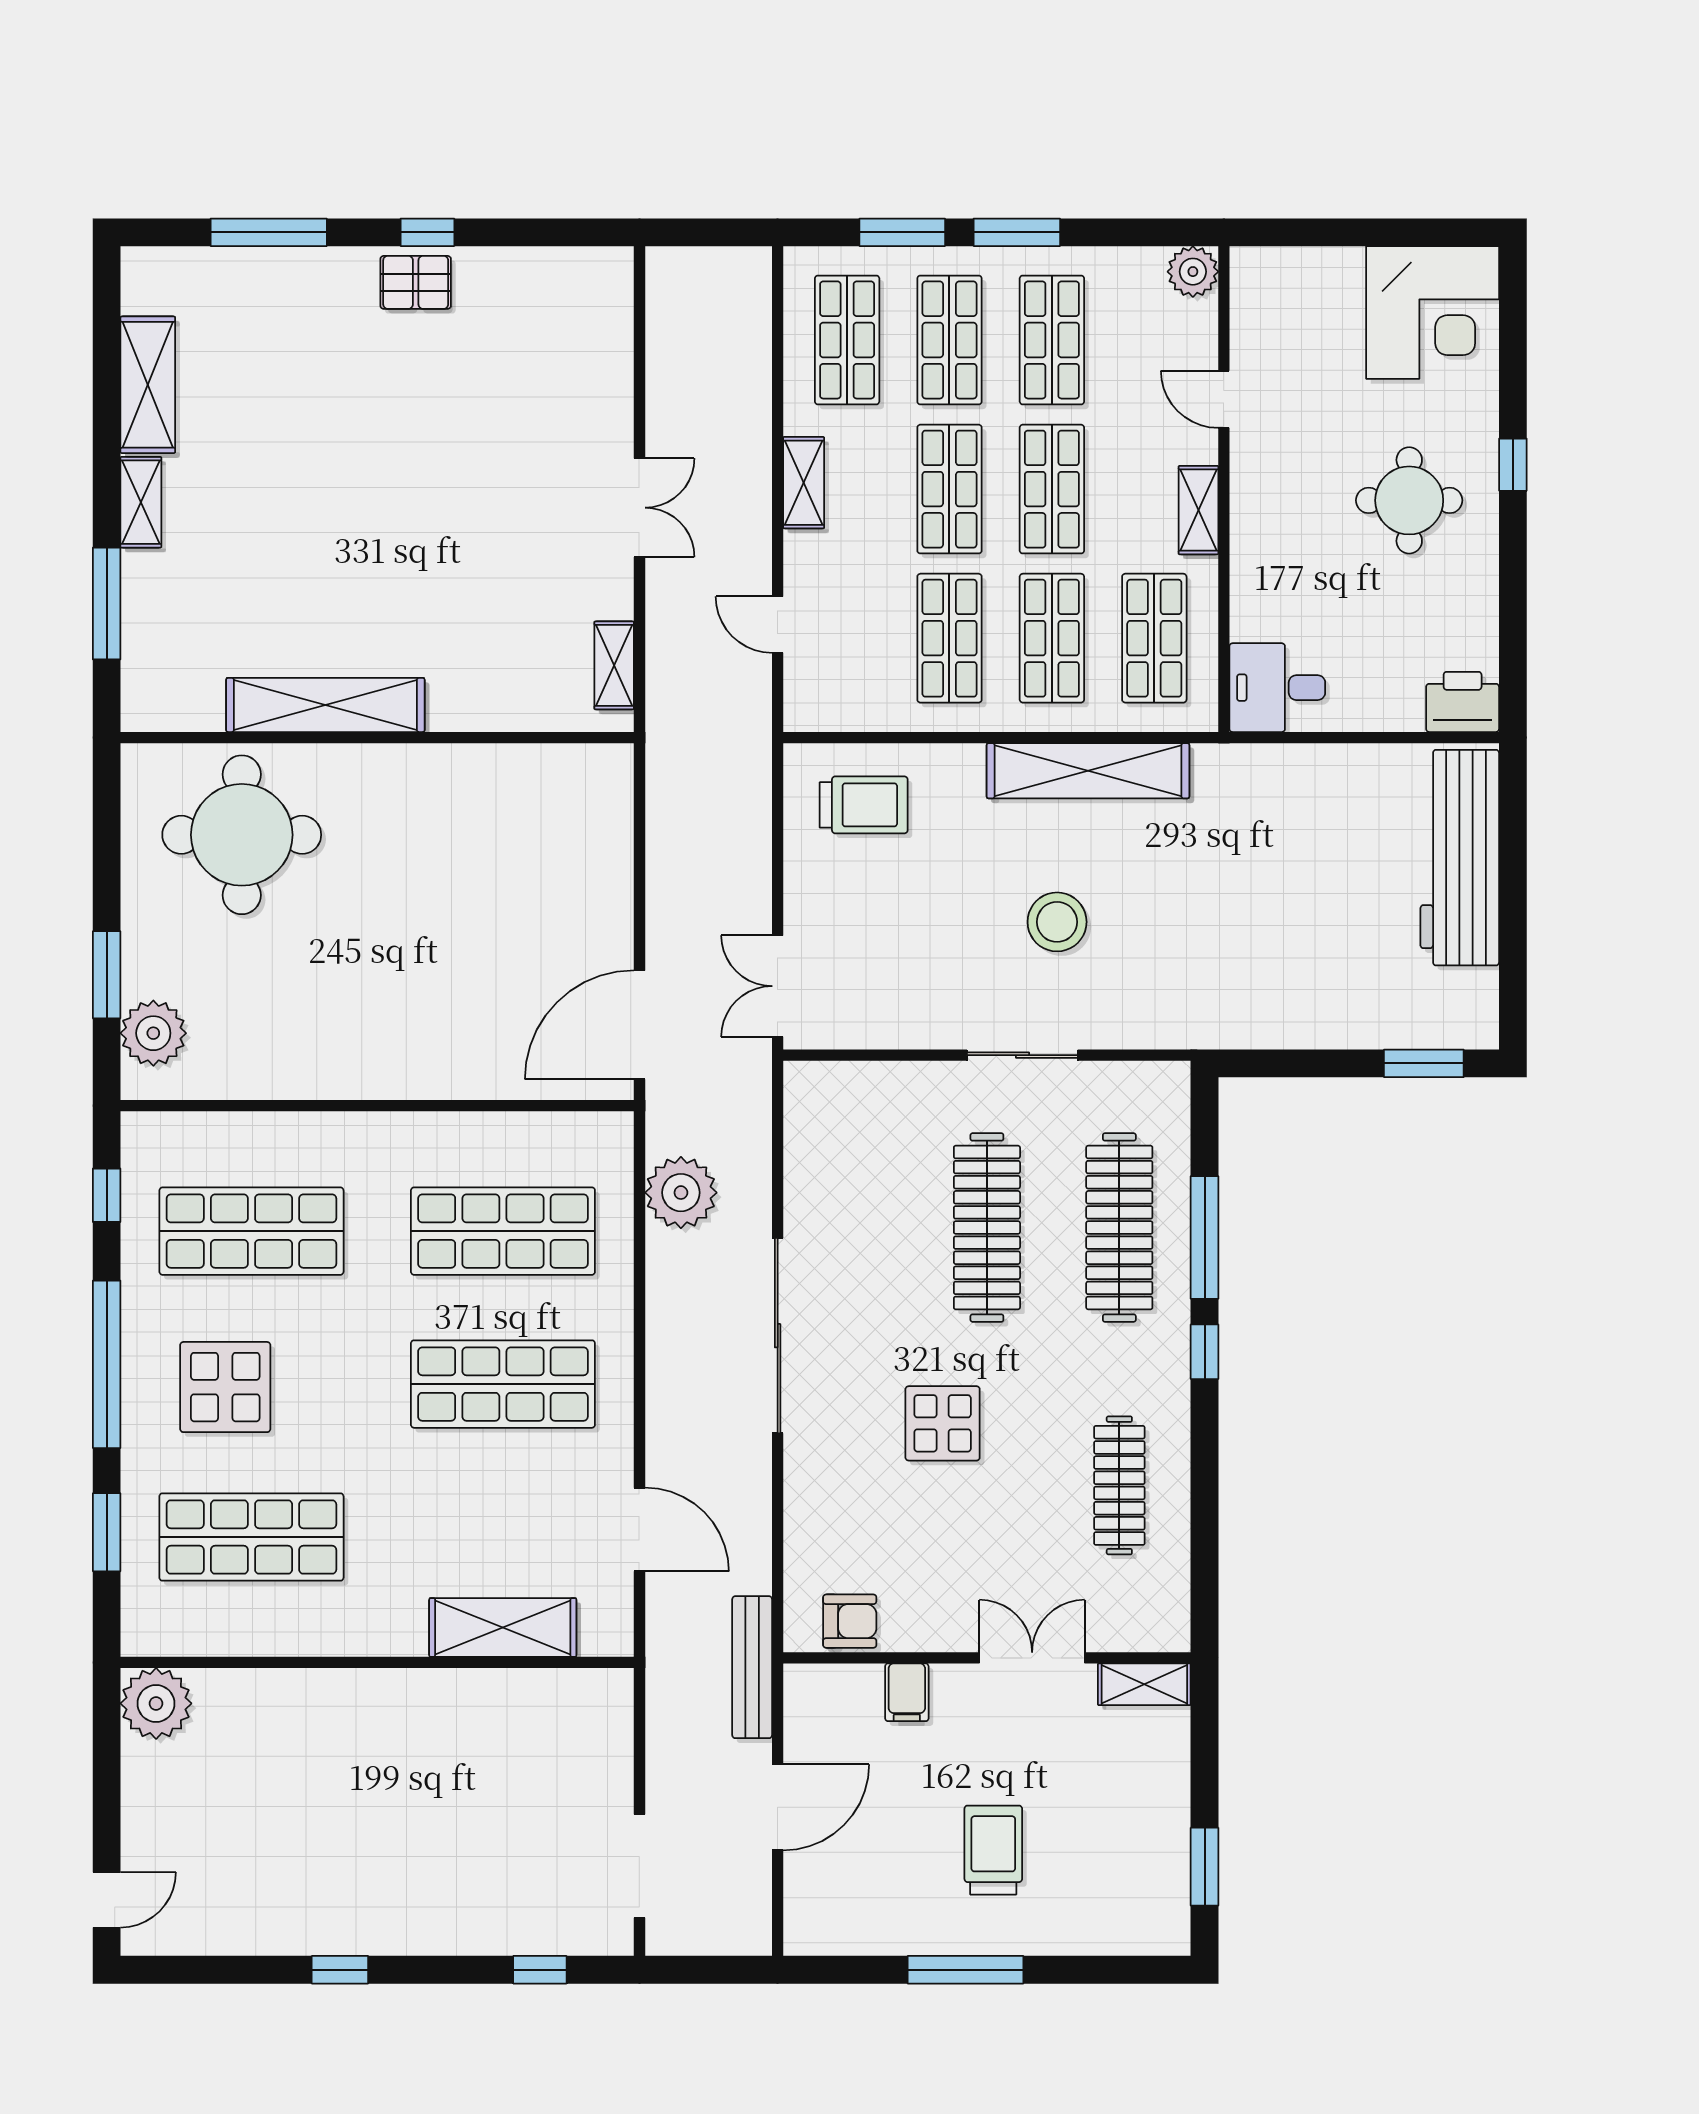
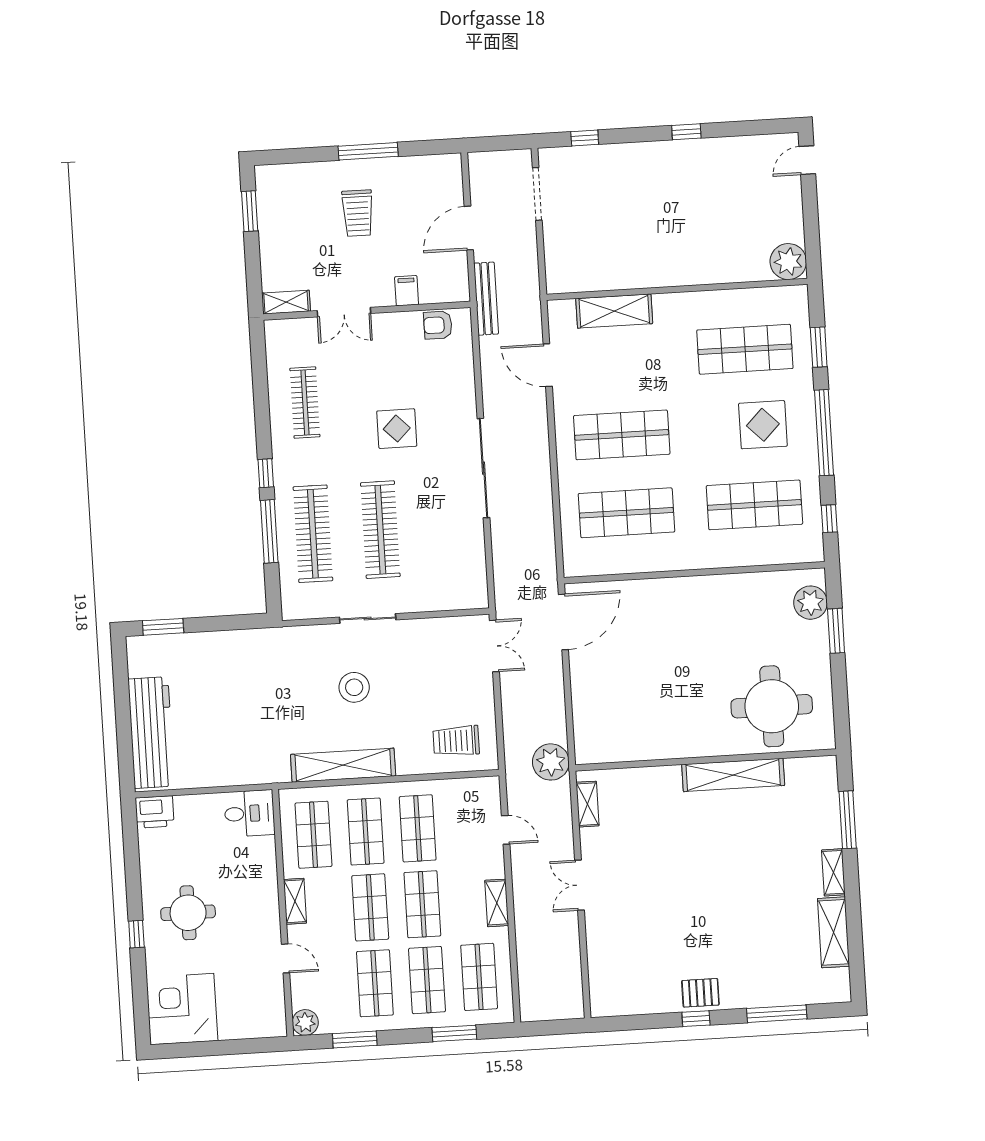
window: (1017, 232) -> (355, 1039), moved
plant: (681, 1193) -> (551, 762), moved

